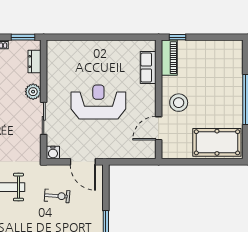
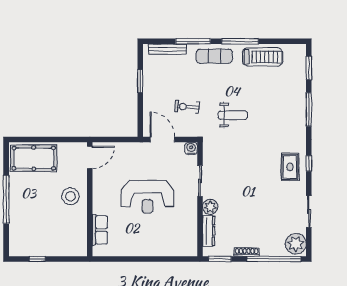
window: (177, 37) -> (37, 259), moved
piano: (169, 58) -> (80, 239), removed
dresser: (35, 62) -> (209, 231), width x1.44
door: (159, 128) -> (90, 157), moved

